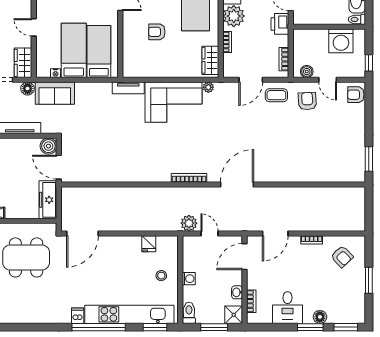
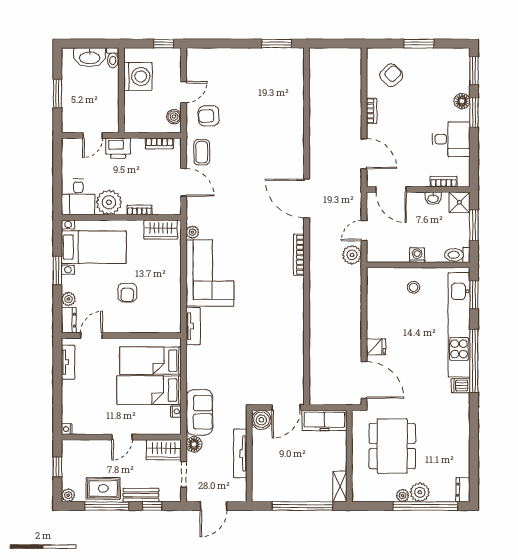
armchair: (356, 95) -> (201, 59), removed
fridge: (149, 244) -> (376, 347), moved

